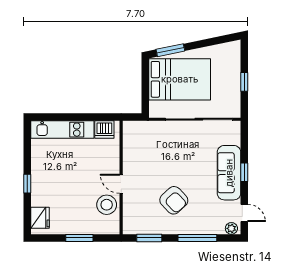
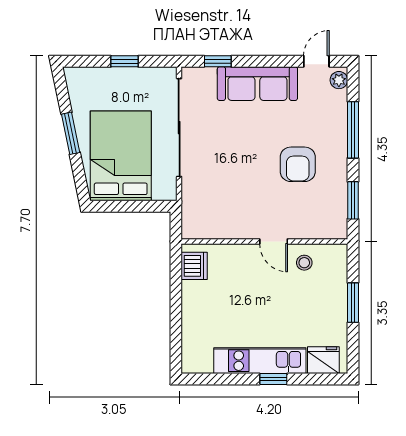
window: (170, 50) -> (71, 133), moved
kitchen unit: (62, 130) -> (260, 361), moved, turned -90
window: (244, 172) -> (218, 61), moved
door: (121, 184) -> (274, 241), hinge flipped
armchair: (174, 200) -> (298, 164), turned 133
stool: (107, 205) -> (304, 263), width x0.53, depth x0.53

